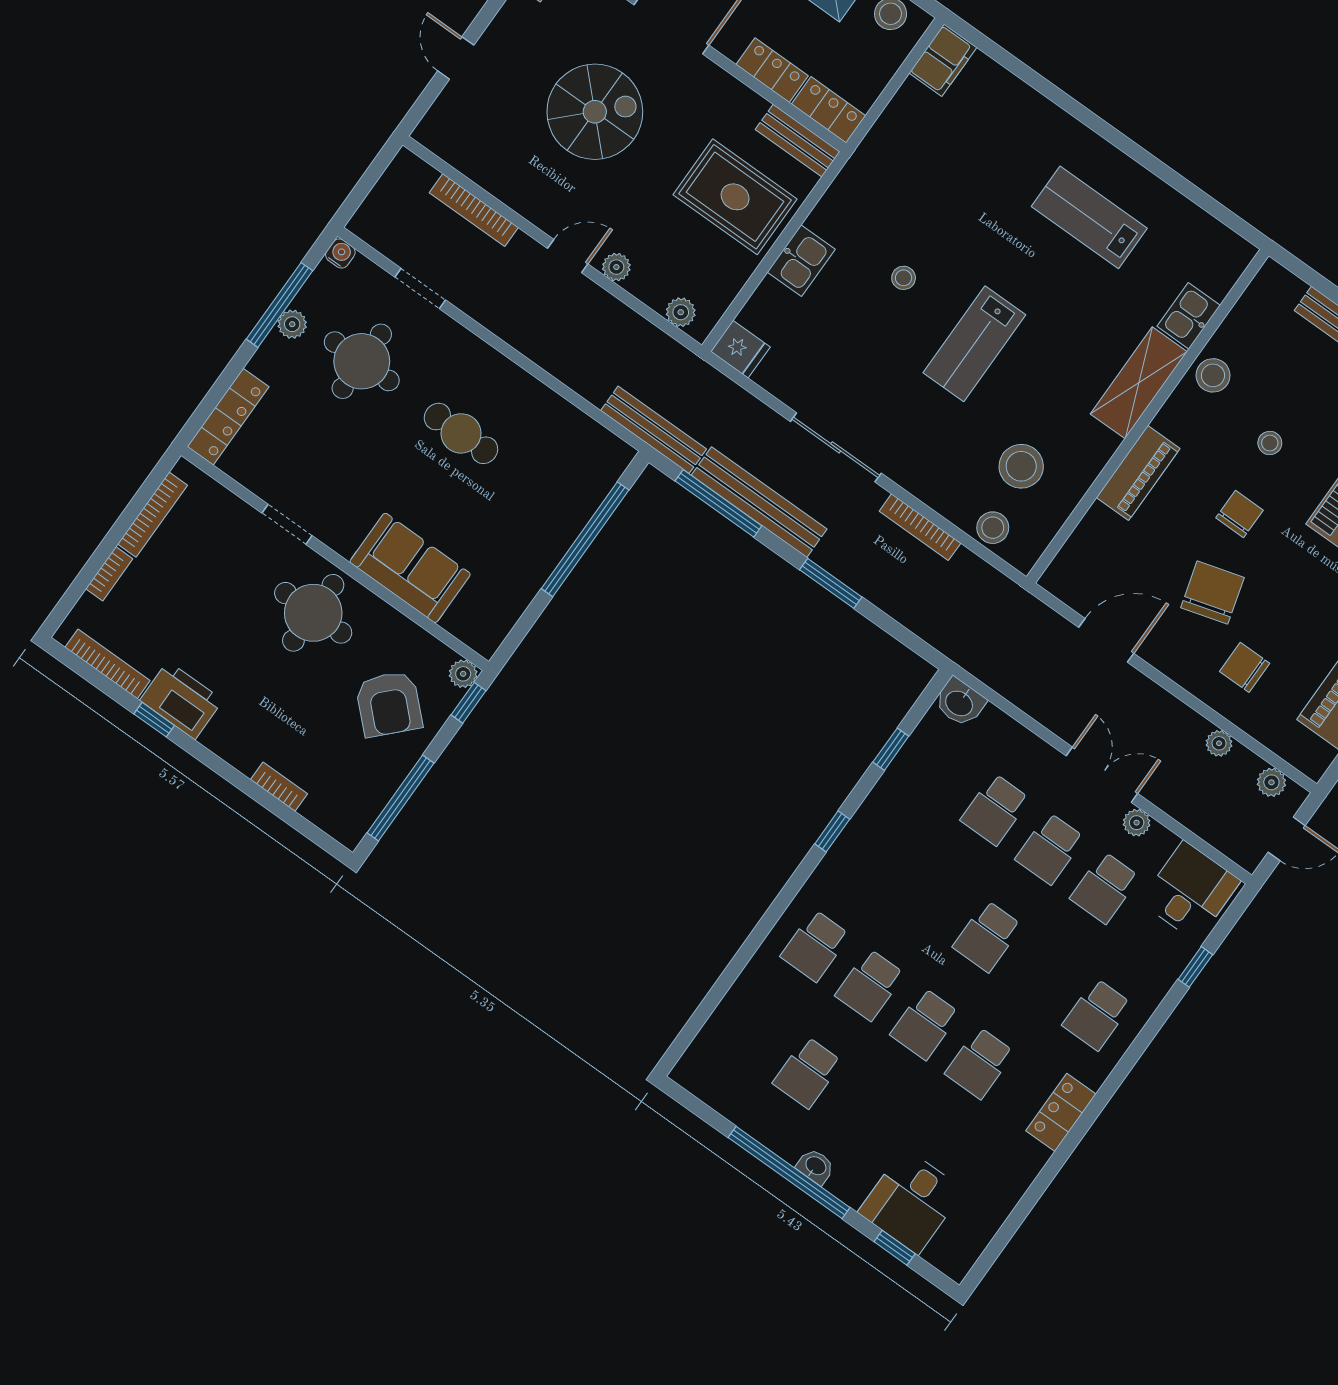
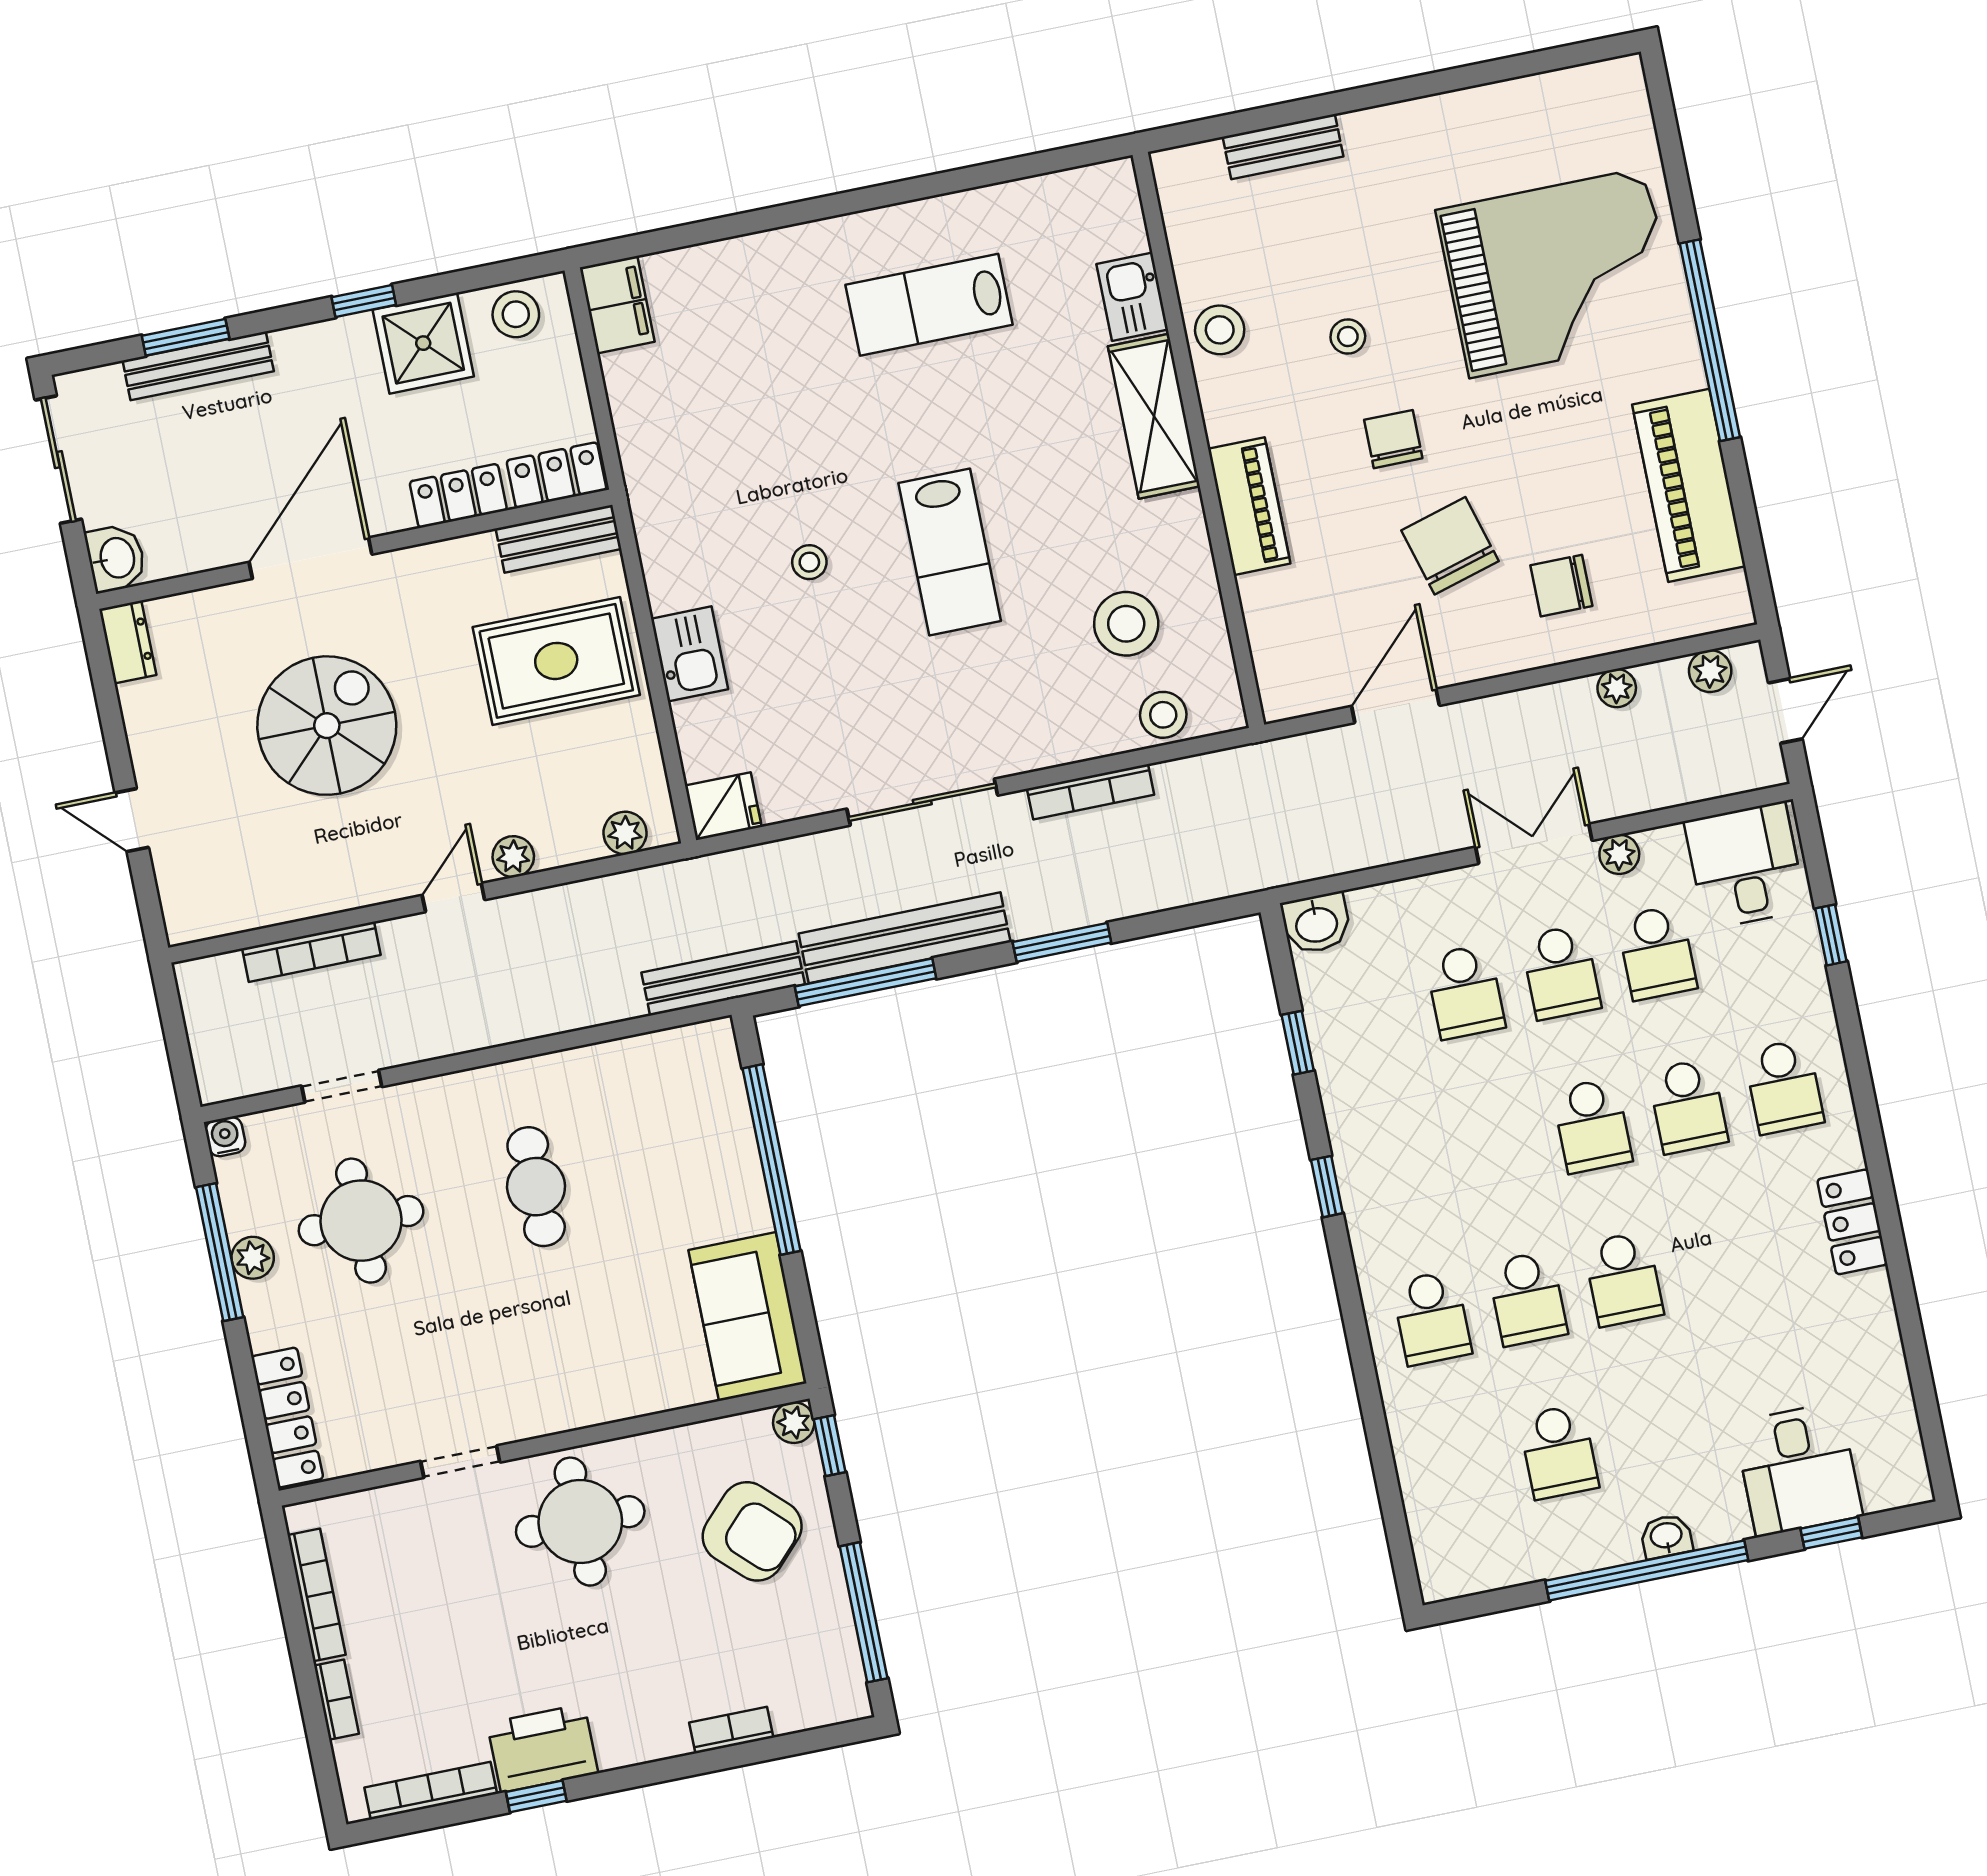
cafe table: (461, 433) -> (536, 1187), turned 90
sofa: (410, 568) -> (747, 1317), moved, turned -90
school desk: (980, 1063) -> (1688, 1106), moved

